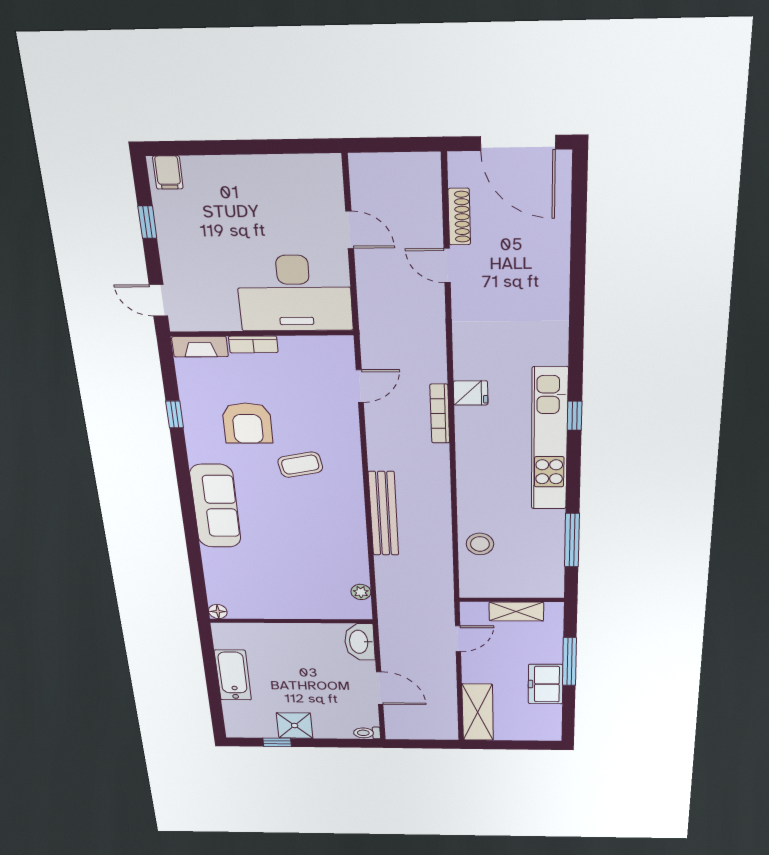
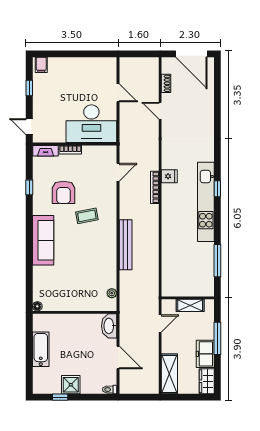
shoe rack: (459, 217) -> (166, 83), width x0.70
stool: (480, 544) -> (172, 263), removed
wardrobe: (548, 723) -> (207, 381), added

